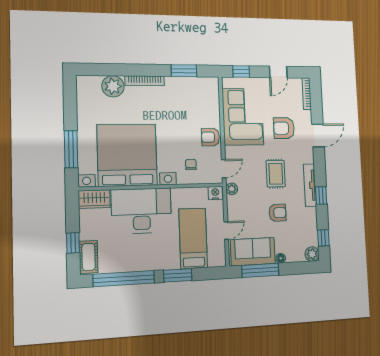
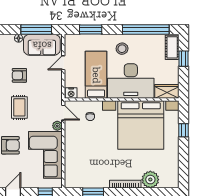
armchair: (211, 137) -> (73, 138), removed
window: (71, 149) -> (183, 130), width x0.46
door: (224, 169) -> (63, 113), swing flipped
plant: (232, 189) -> (57, 126), moved
bed: (193, 238) -> (96, 75), moved, turned 180
stool: (154, 252) -> (122, 49), added
window: (178, 275) -> (91, 29), moved

